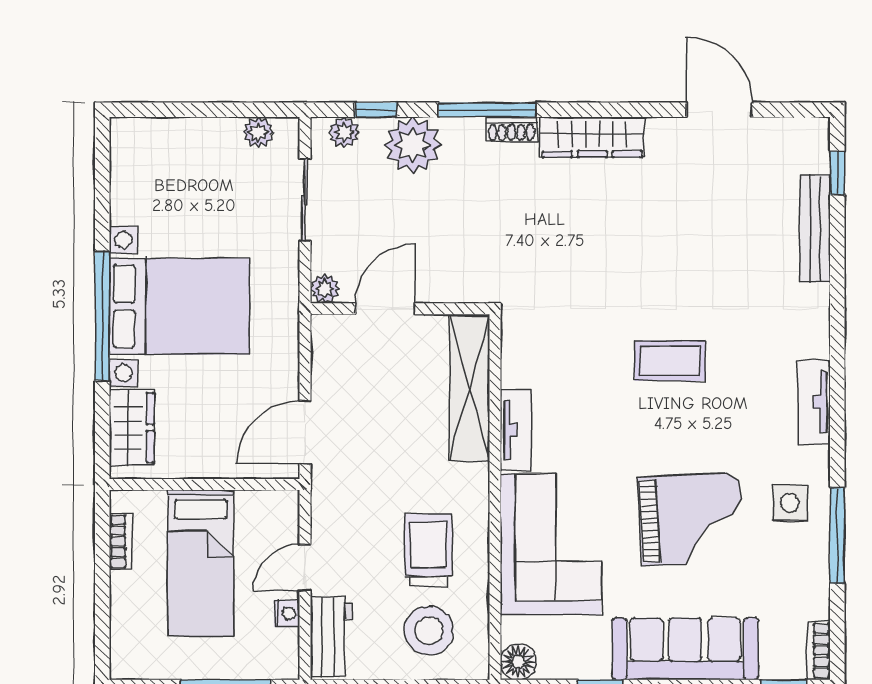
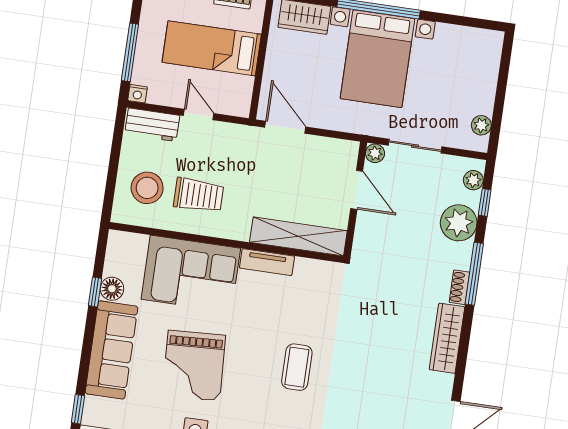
sliding door: (305, 200) -> (415, 146), moved
nightstand: (287, 613) -> (137, 94), moved
floor lamp: (518, 662) -> (112, 289), moved

